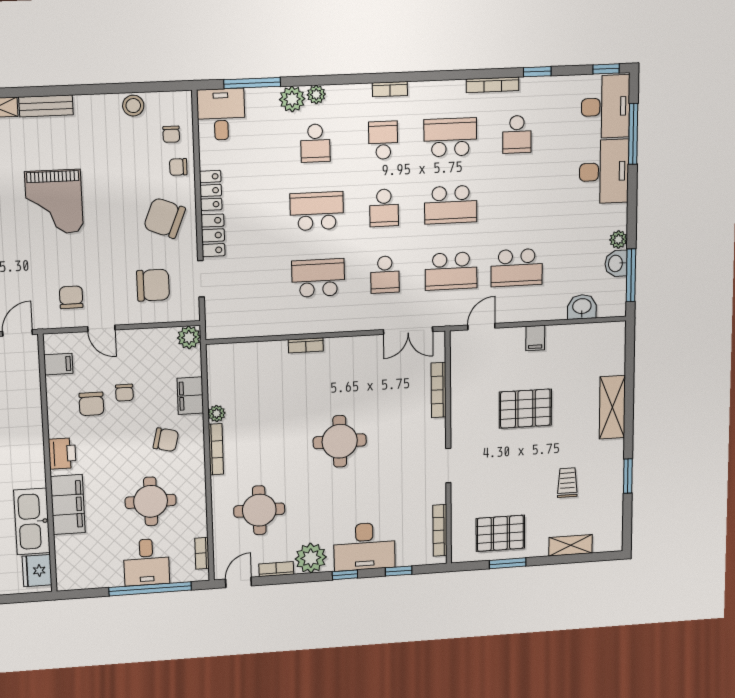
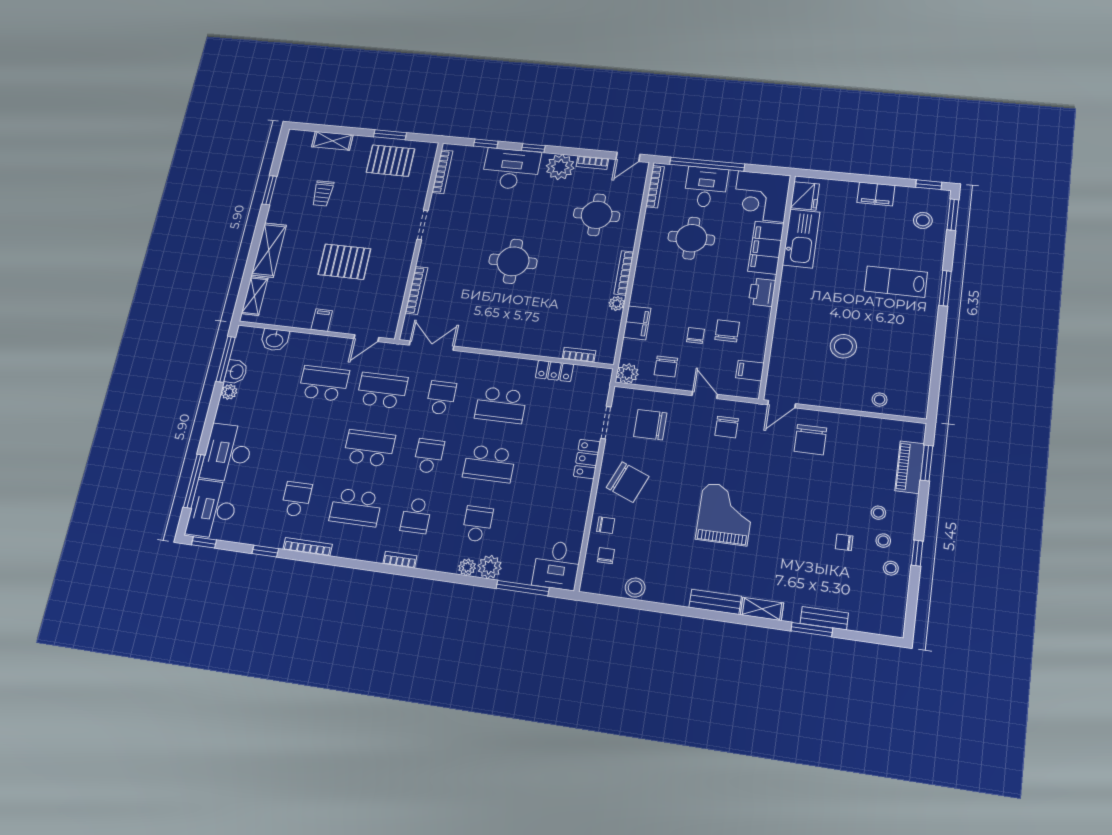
locker: (211, 190) -> (554, 371), moved, turned -90
bookcase: (306, 345) -> (579, 355), moved
shelving: (616, 352) -> (255, 296), added
chair: (166, 440) -> (666, 366), moved, turned -103
bookcase: (202, 553) -> (655, 187), width x1.56
corner desk: (84, 562) -> (761, 196), added

